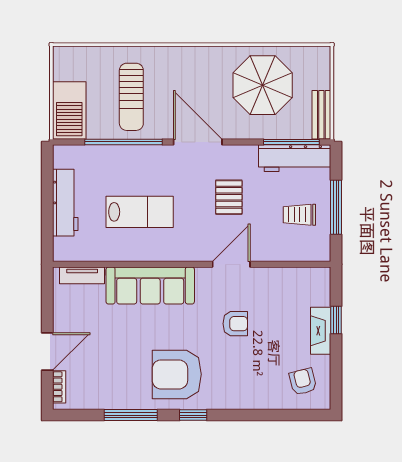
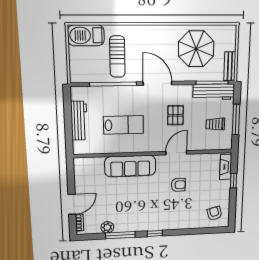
barbecue: (69, 111) -> (86, 35), moved, turned 90
tv unit: (82, 275) -> (91, 162), removed
fireplace: (321, 331) -> (226, 167), moved
armchair: (177, 374) -> (146, 213), removed
plant: (108, 398) -> (107, 227), added

